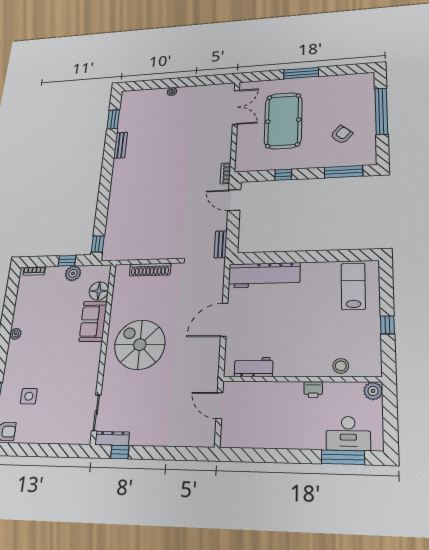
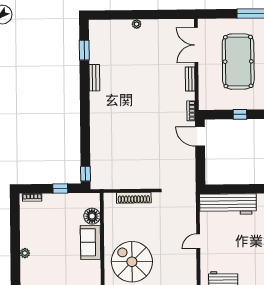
double door: (236, 107) -> (196, 45), swing flipped
bench: (221, 244) -> (190, 79), moved
plant: (73, 273) -> (67, 200), removed
door: (224, 320) -> (198, 241), width x0.53

